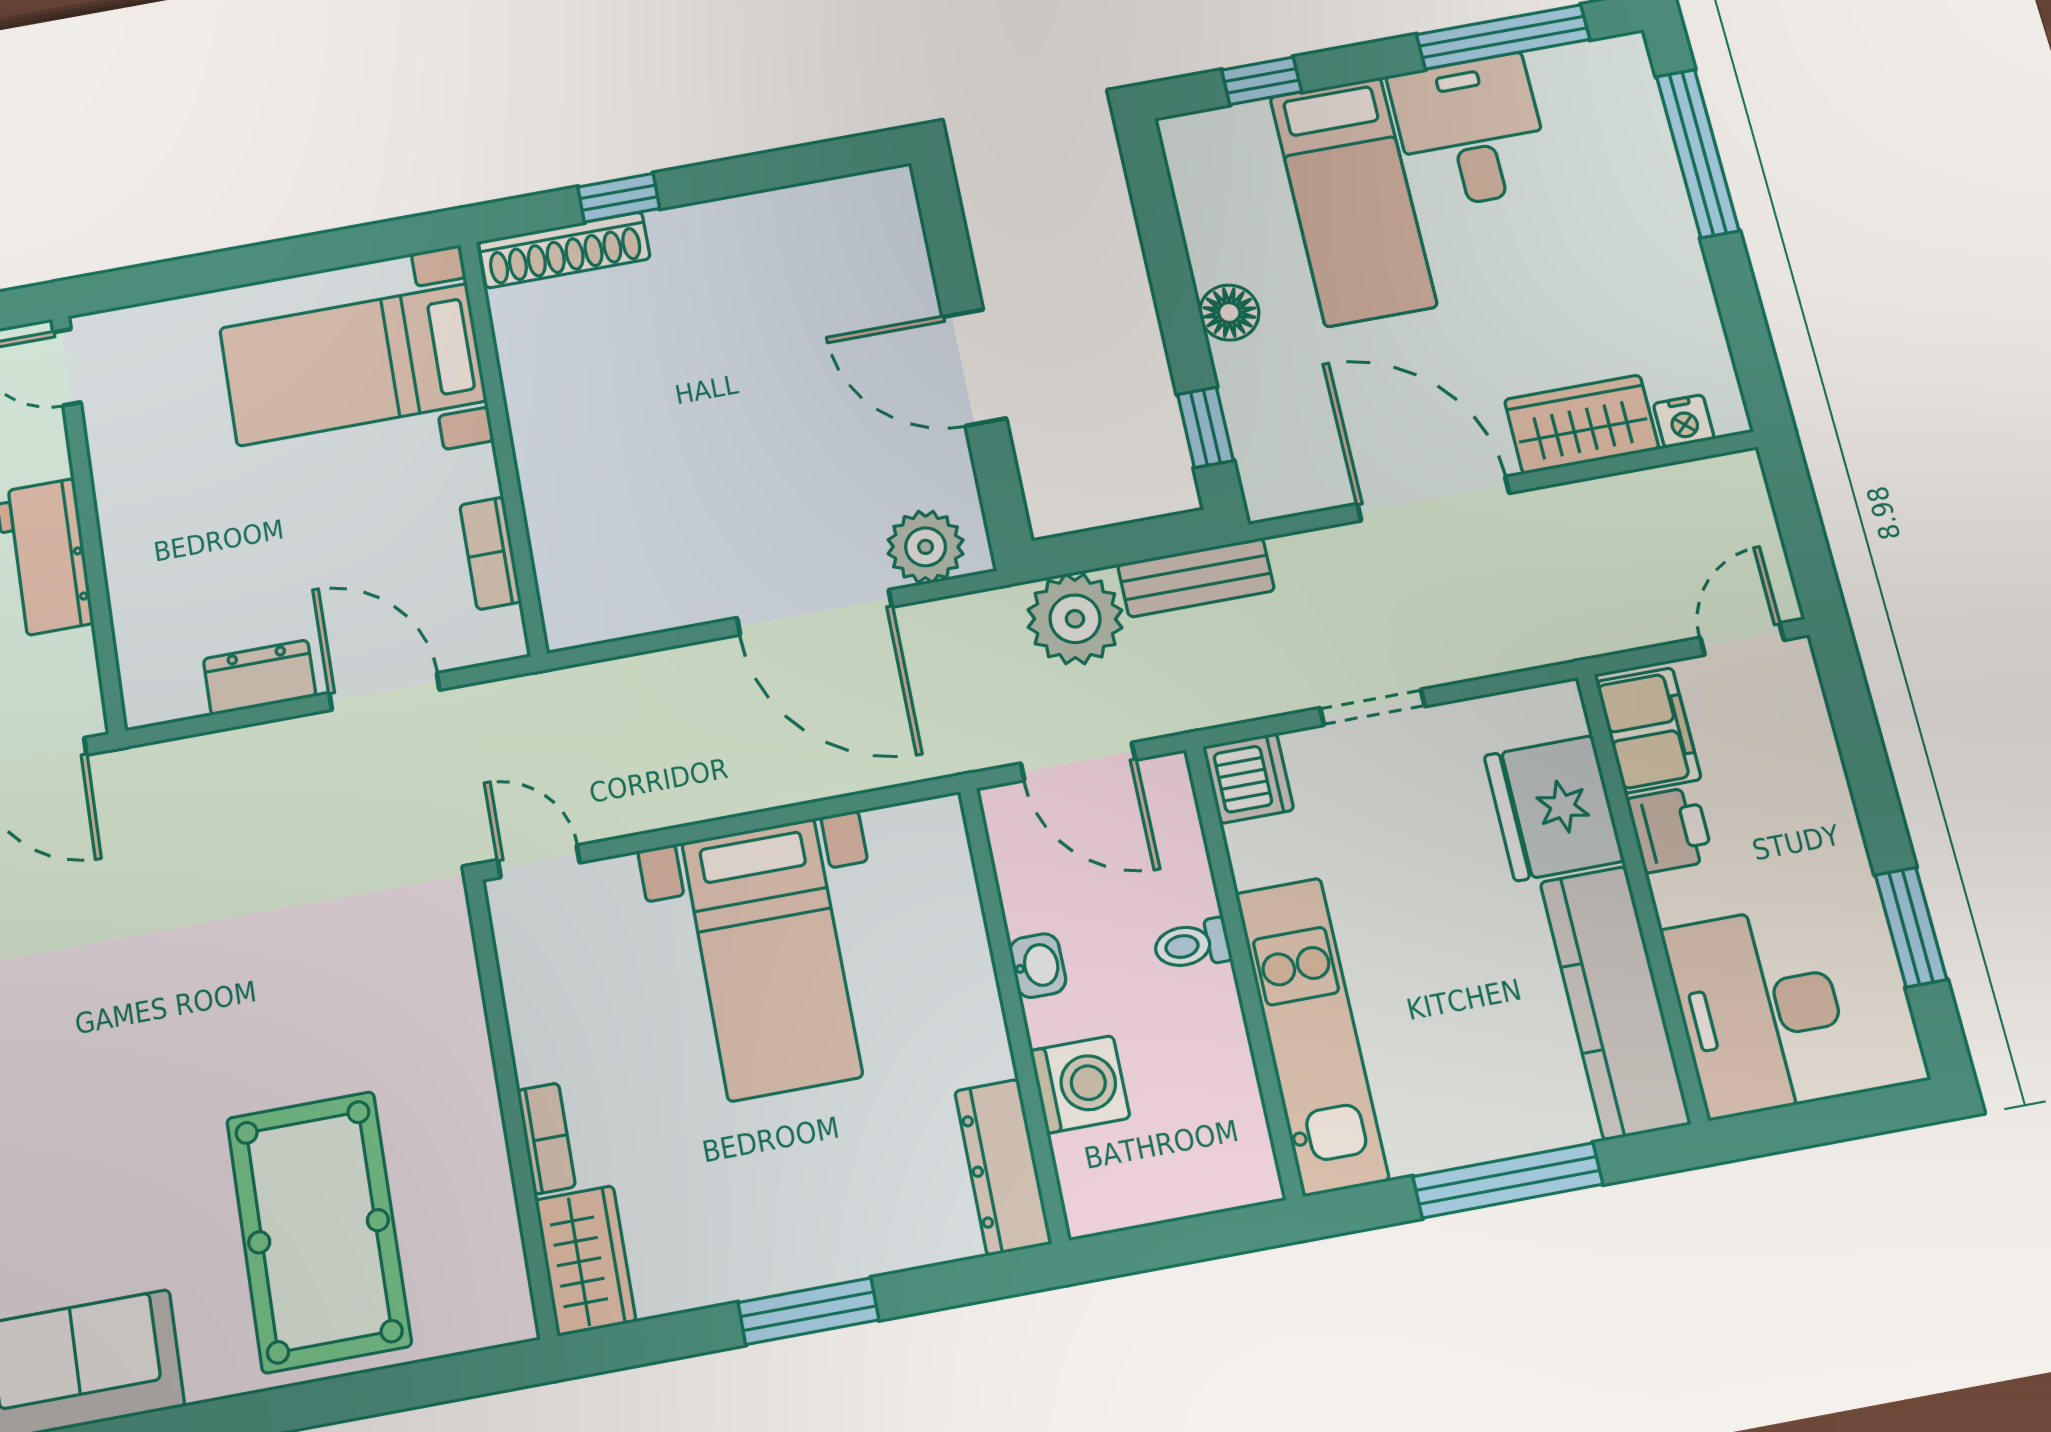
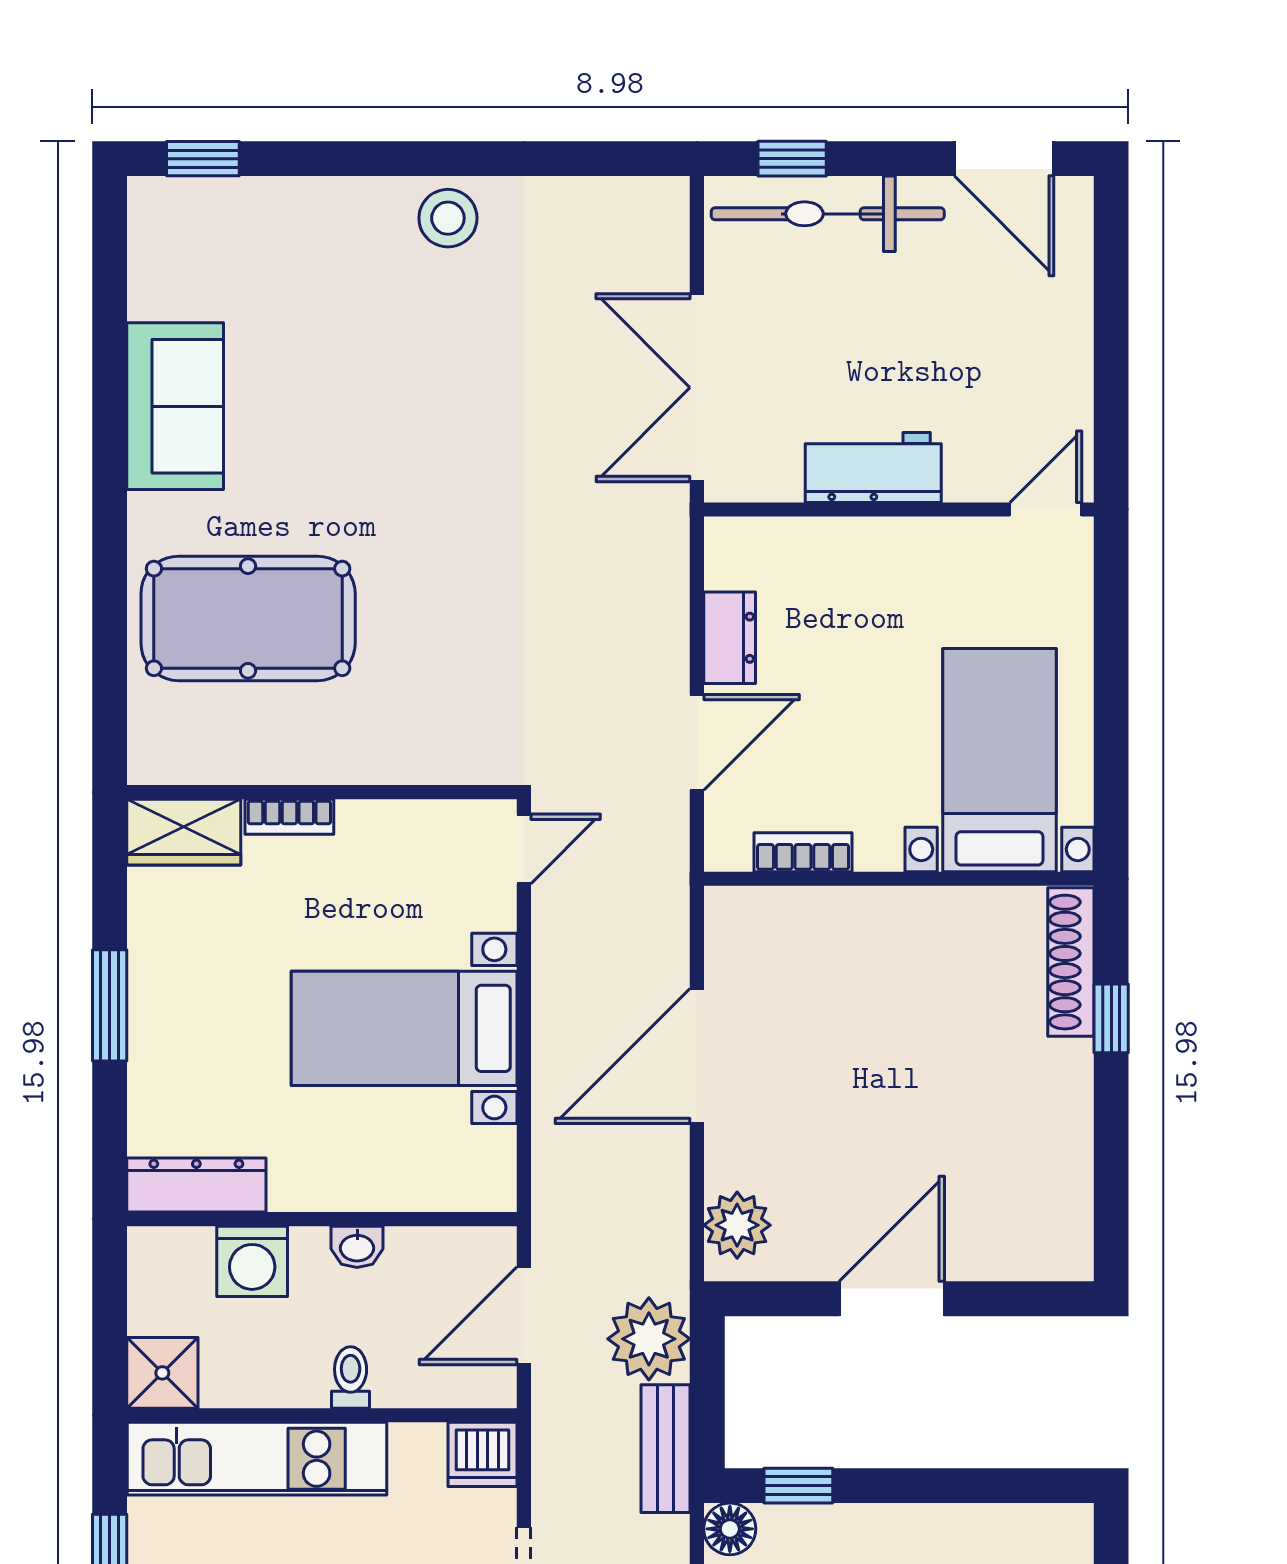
floor lamp: (1229, 313) -> (730, 1529), moved
door: (814, 612) -> (697, 1056), moved
shower: (1235, 1166) -> (162, 1373), added

